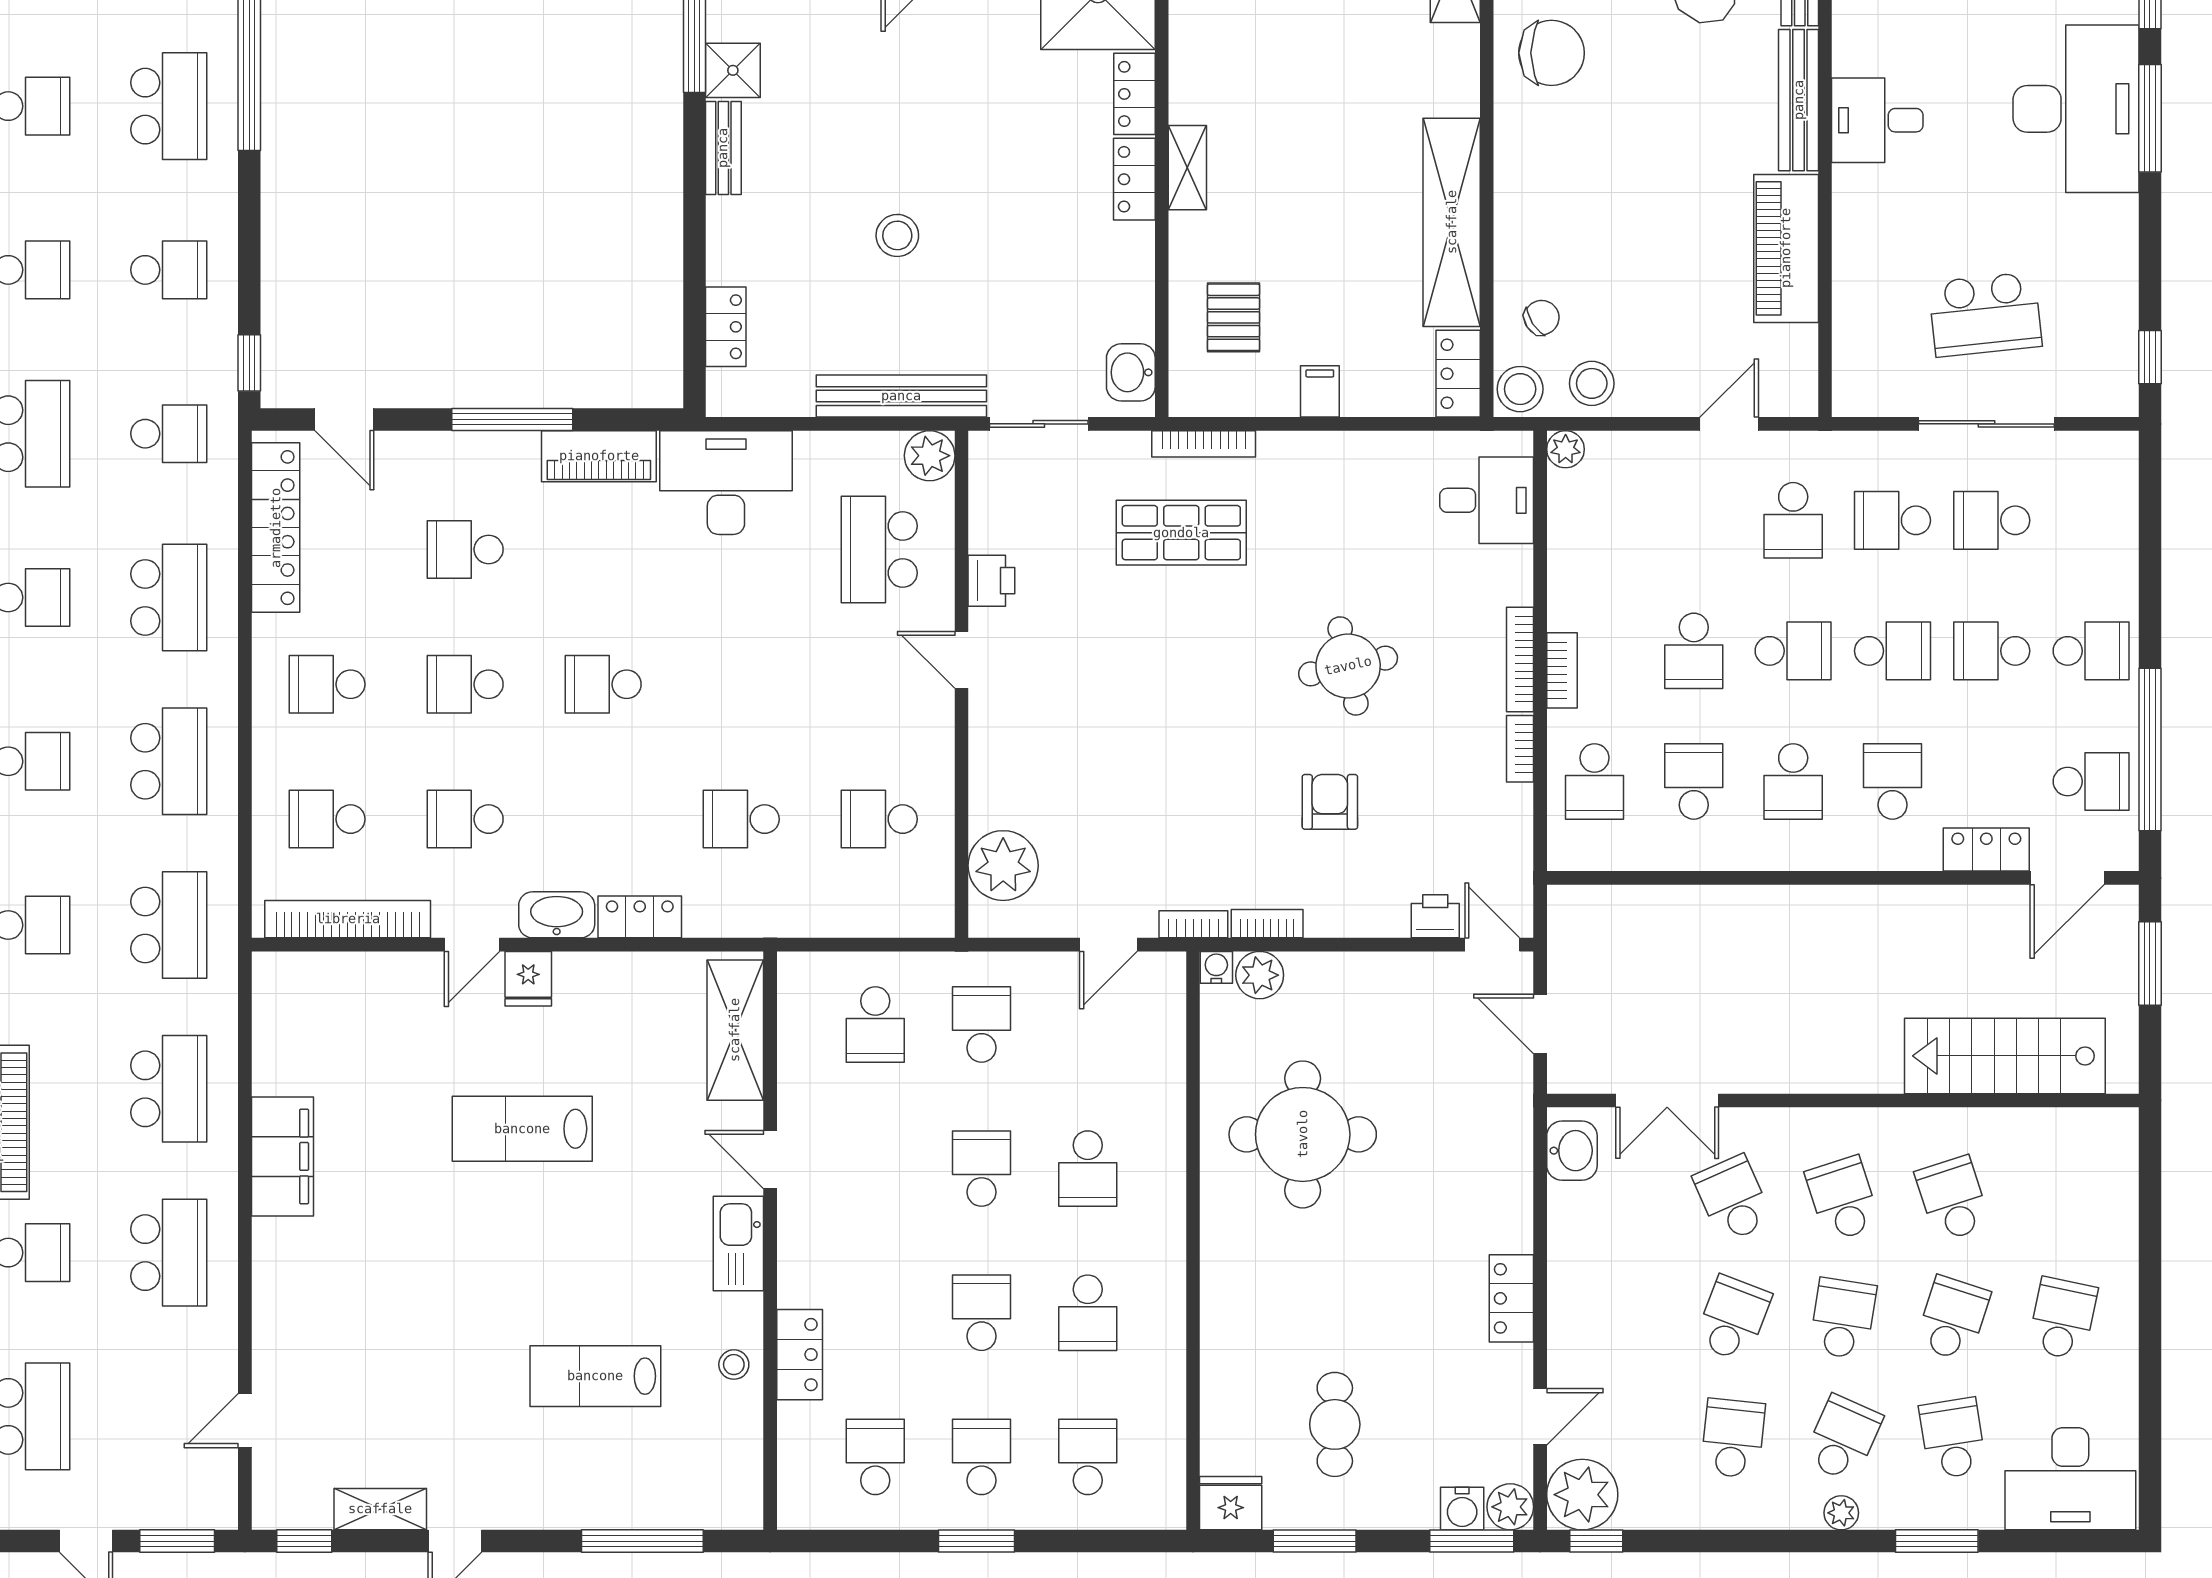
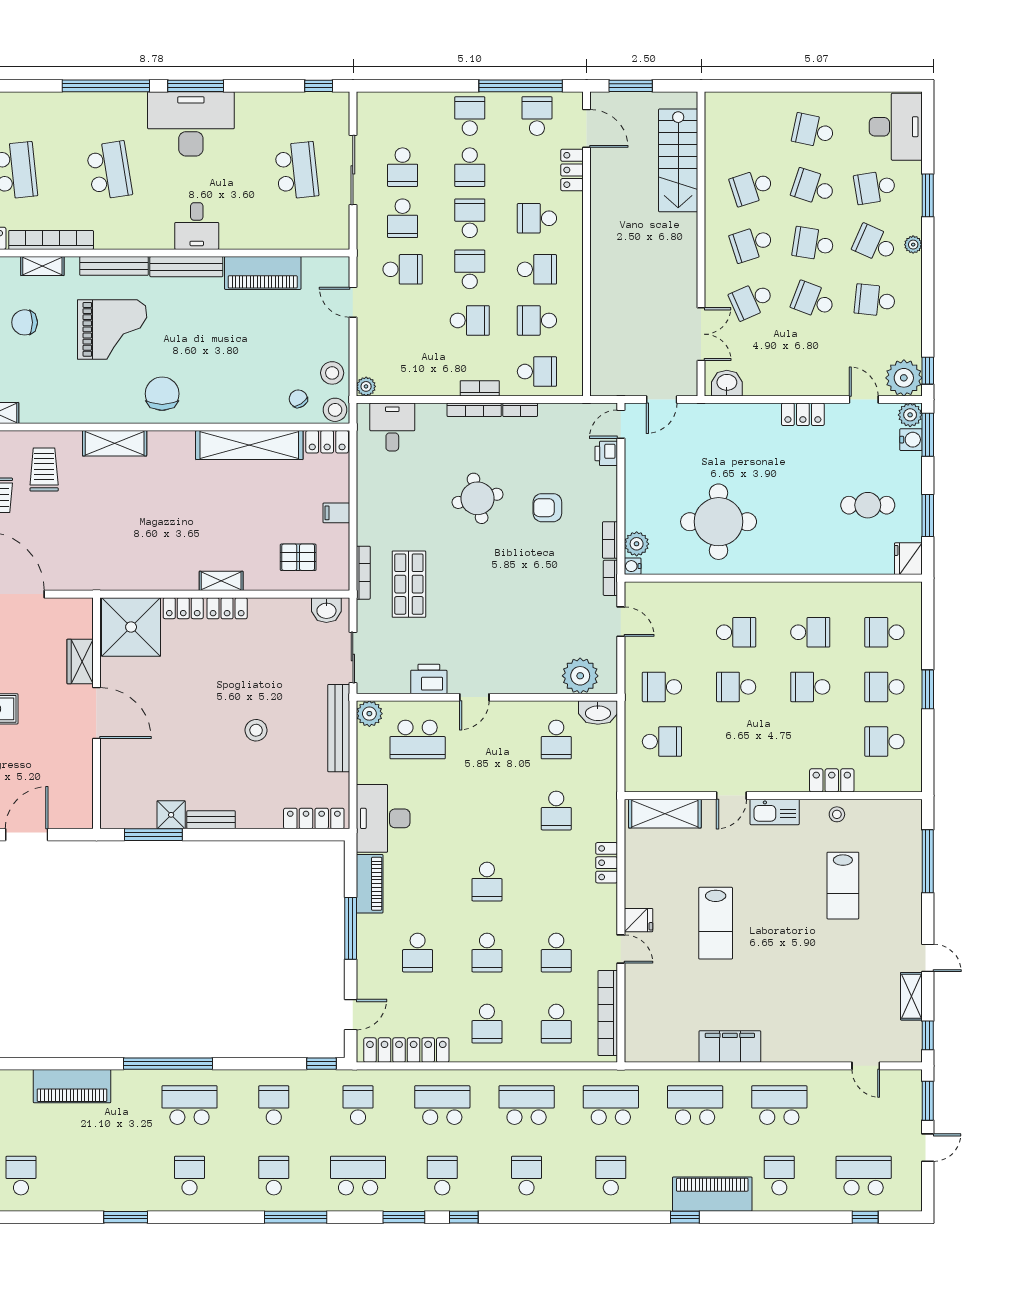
locker: (726, 327) -> (314, 818), width x1.53
printer: (991, 581) -> (429, 679), width x1.36, depth x1.24
washbasin: (557, 915) -> (598, 713), moved, turned -90

